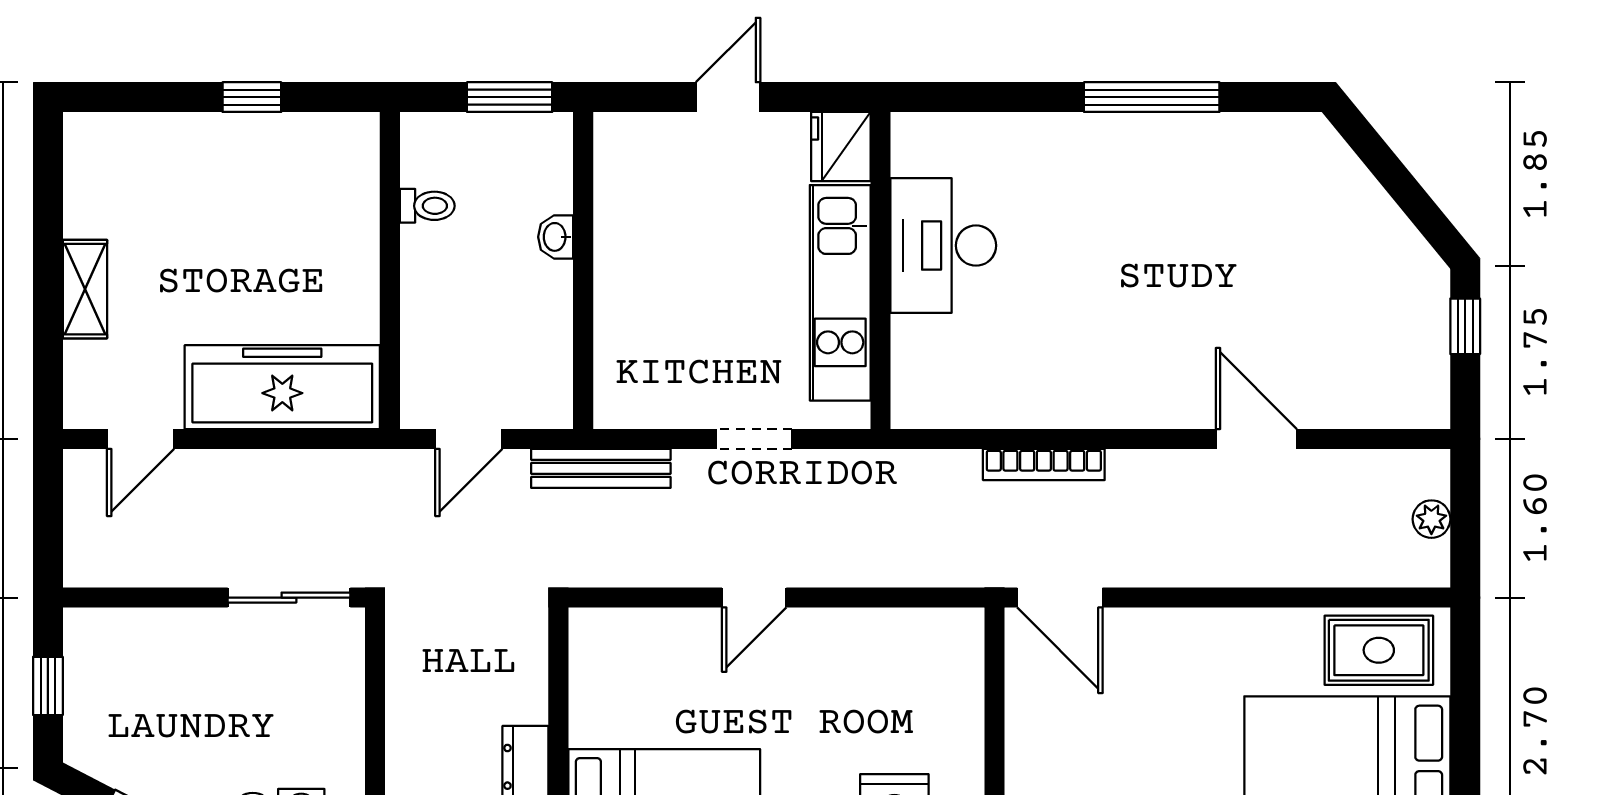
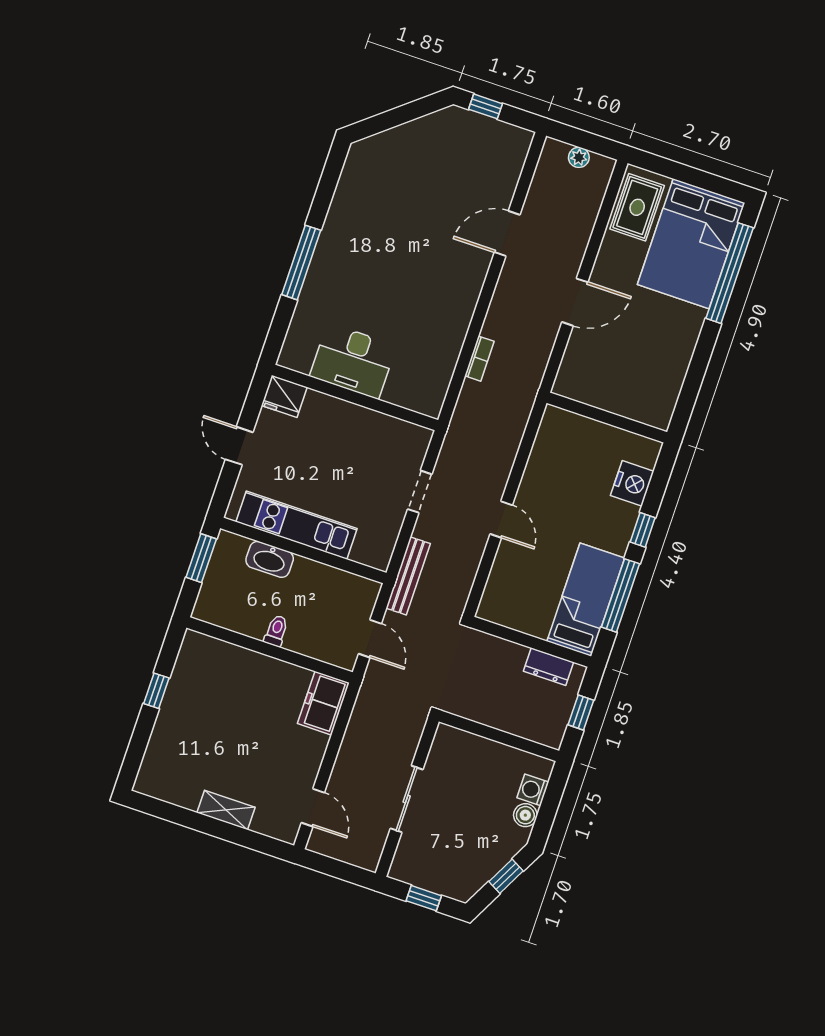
window: (1152, 97) -> (301, 262), moved
toilet: (427, 206) -> (276, 631), moved
washbasin: (556, 237) -> (270, 559), width x1.91, depth x1.45
kitchen unit: (840, 293) -> (297, 525), moved, turned 180
freezer: (282, 387) -> (323, 703), width x0.52, depth x0.79
bookcase: (1044, 464) -> (479, 359), width x0.64
sliding door: (289, 598) -> (407, 799), moved
door: (1060, 598) -> (575, 302), moved

